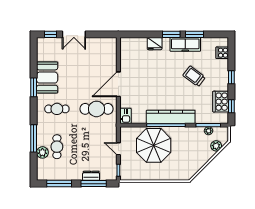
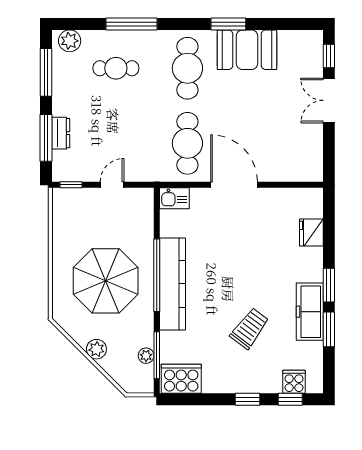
fridge: (155, 44) -> (311, 232), moved
cooker: (221, 102) -> (181, 379), moved
window: (231, 106) -> (290, 399), moved
cafe table: (57, 109) -> (187, 68), width x1.37, depth x1.35
parasol: (154, 145) -> (106, 281), moved
plant: (216, 146) -> (96, 349), moved
plant: (42, 152) -> (70, 41), moved

